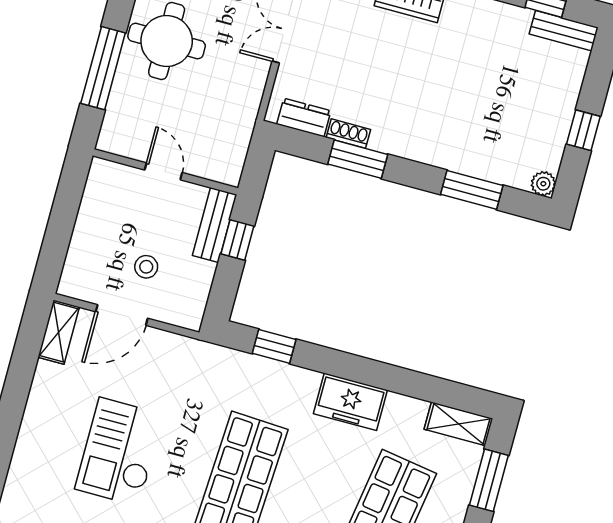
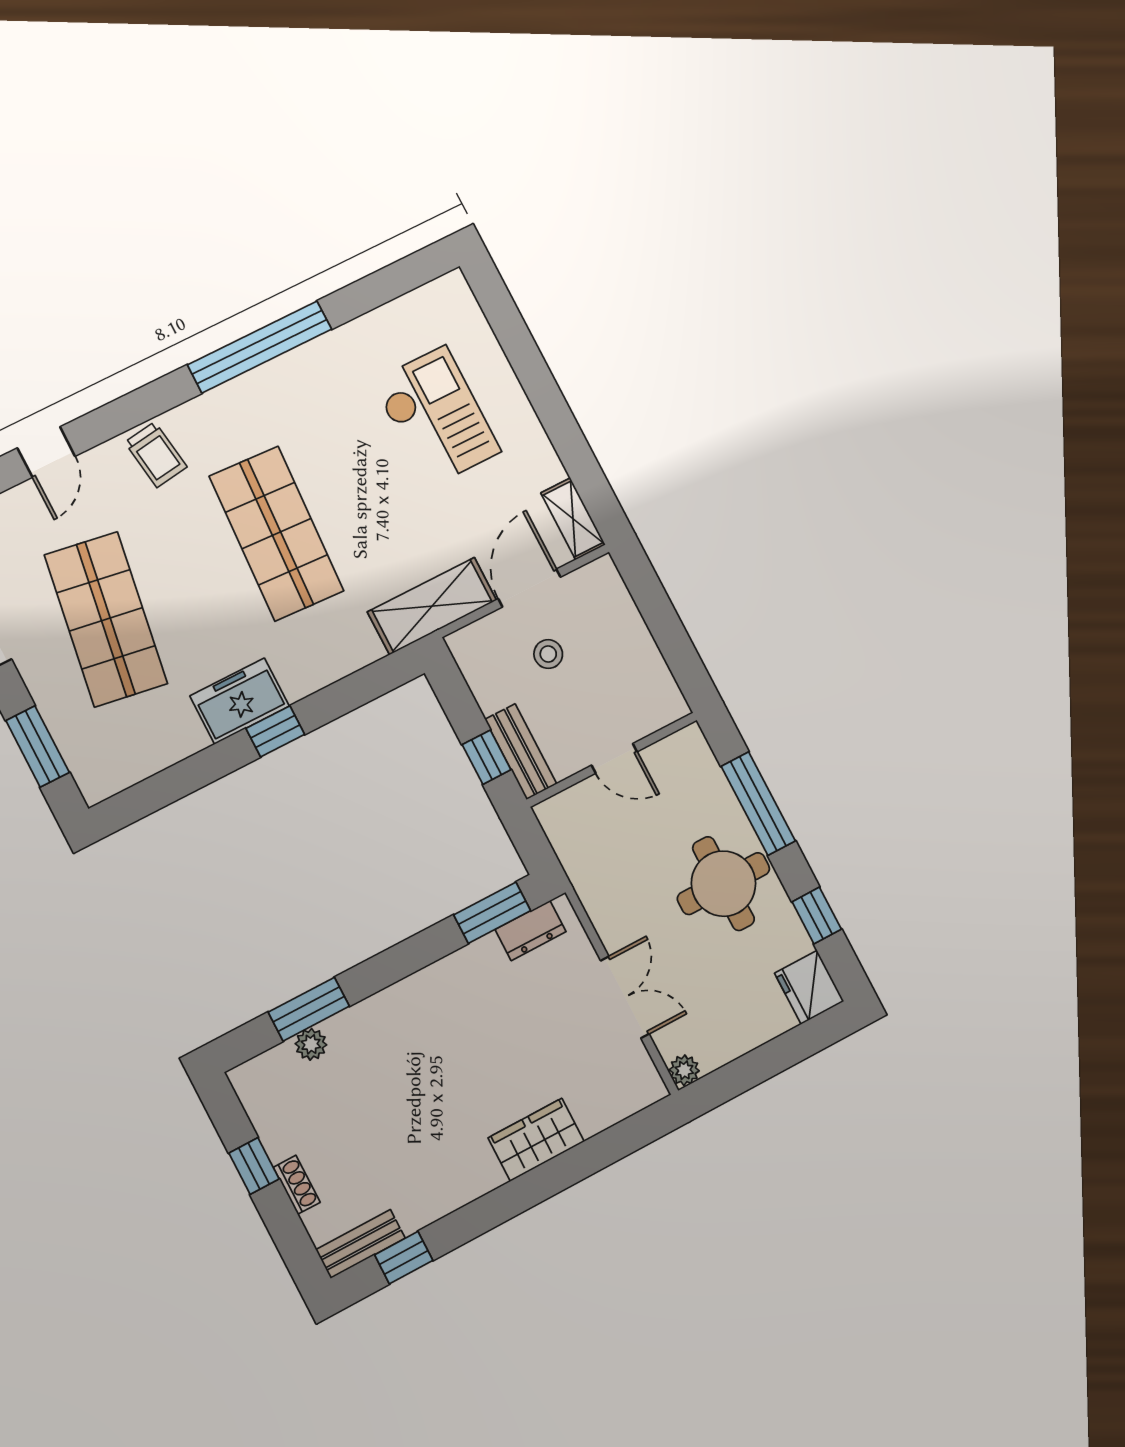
shoe rack: (348, 134) -> (297, 1185), moved, turned -90
window: (358, 159) -> (492, 913), moved
plant: (543, 184) -> (311, 1044), moved
window: (274, 346) -> (275, 731), moved
shelving: (458, 424) -> (432, 606), moved, width x1.50, depth x1.33
checkout: (119, 452) -> (436, 417), moved

